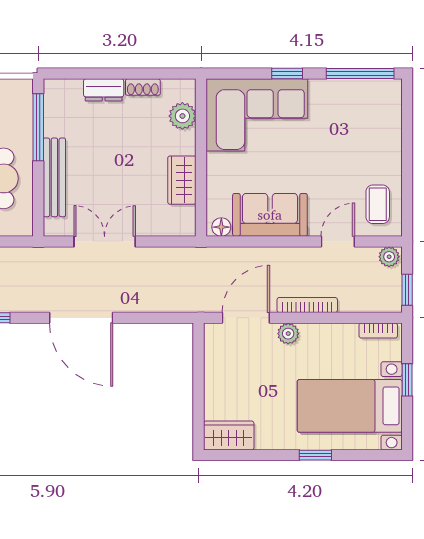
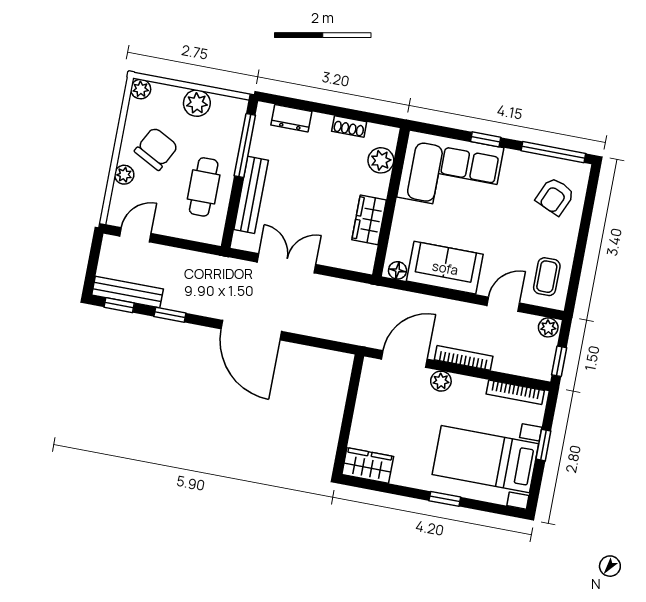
dresser: (104, 90) -> (291, 118), moved
armchair: (370, 119) -> (555, 196), added
bookcase: (378, 331) -> (515, 392), width x1.56

